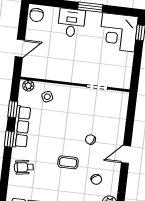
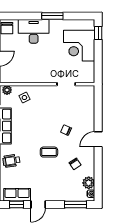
desk: (71, 23) -> (34, 31), width x1.37
corner desk: (118, 32) -> (79, 46), moved

